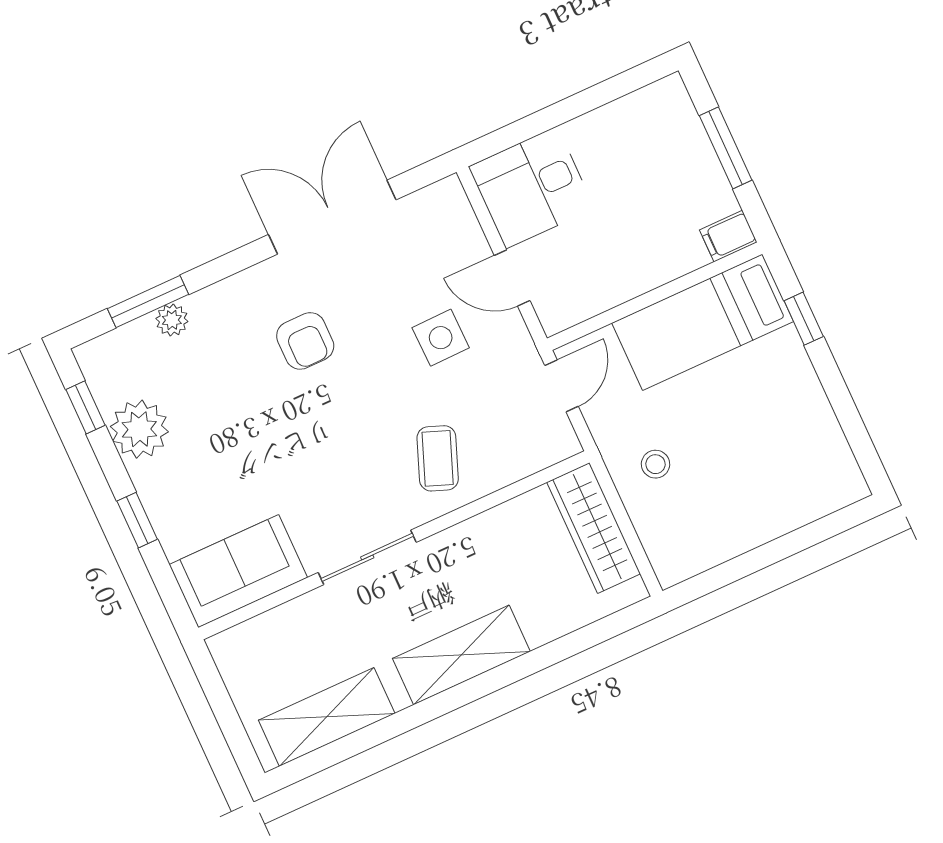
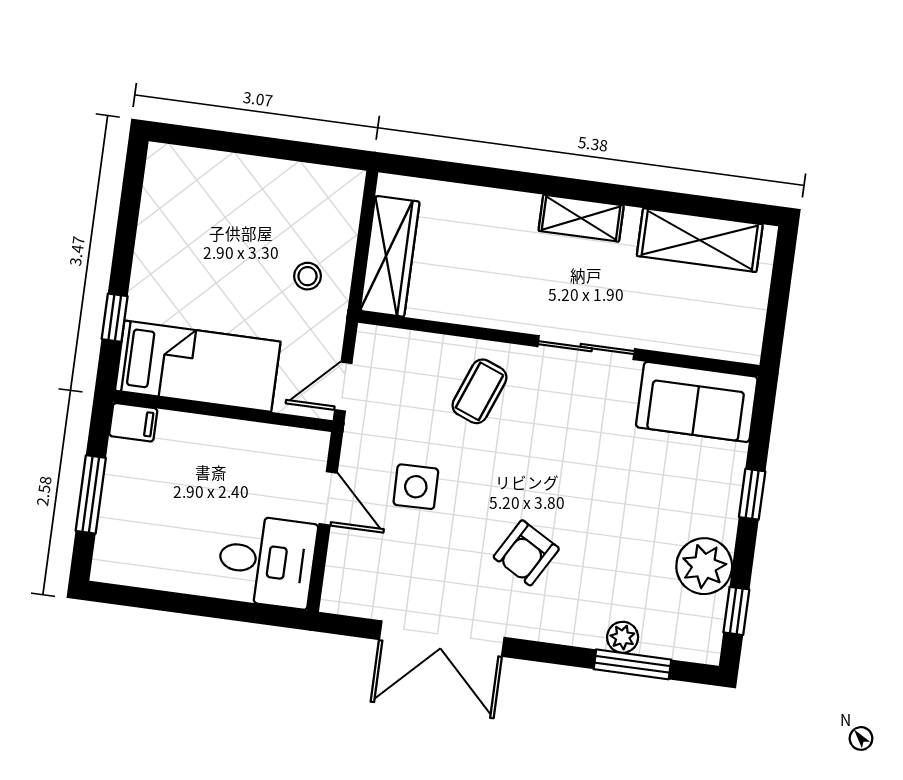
armchair: (305, 341) -> (526, 553), turned -150
shelving: (461, 655) -> (581, 218), width x0.67, depth x0.75

